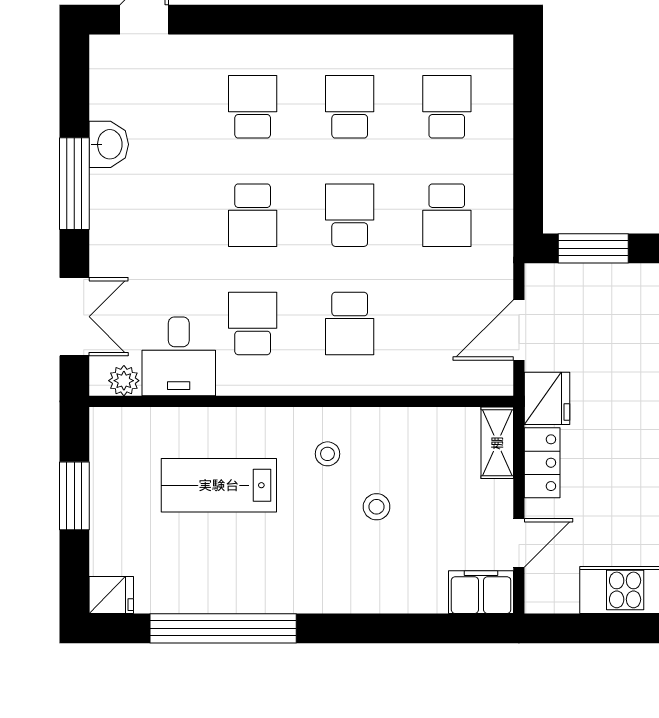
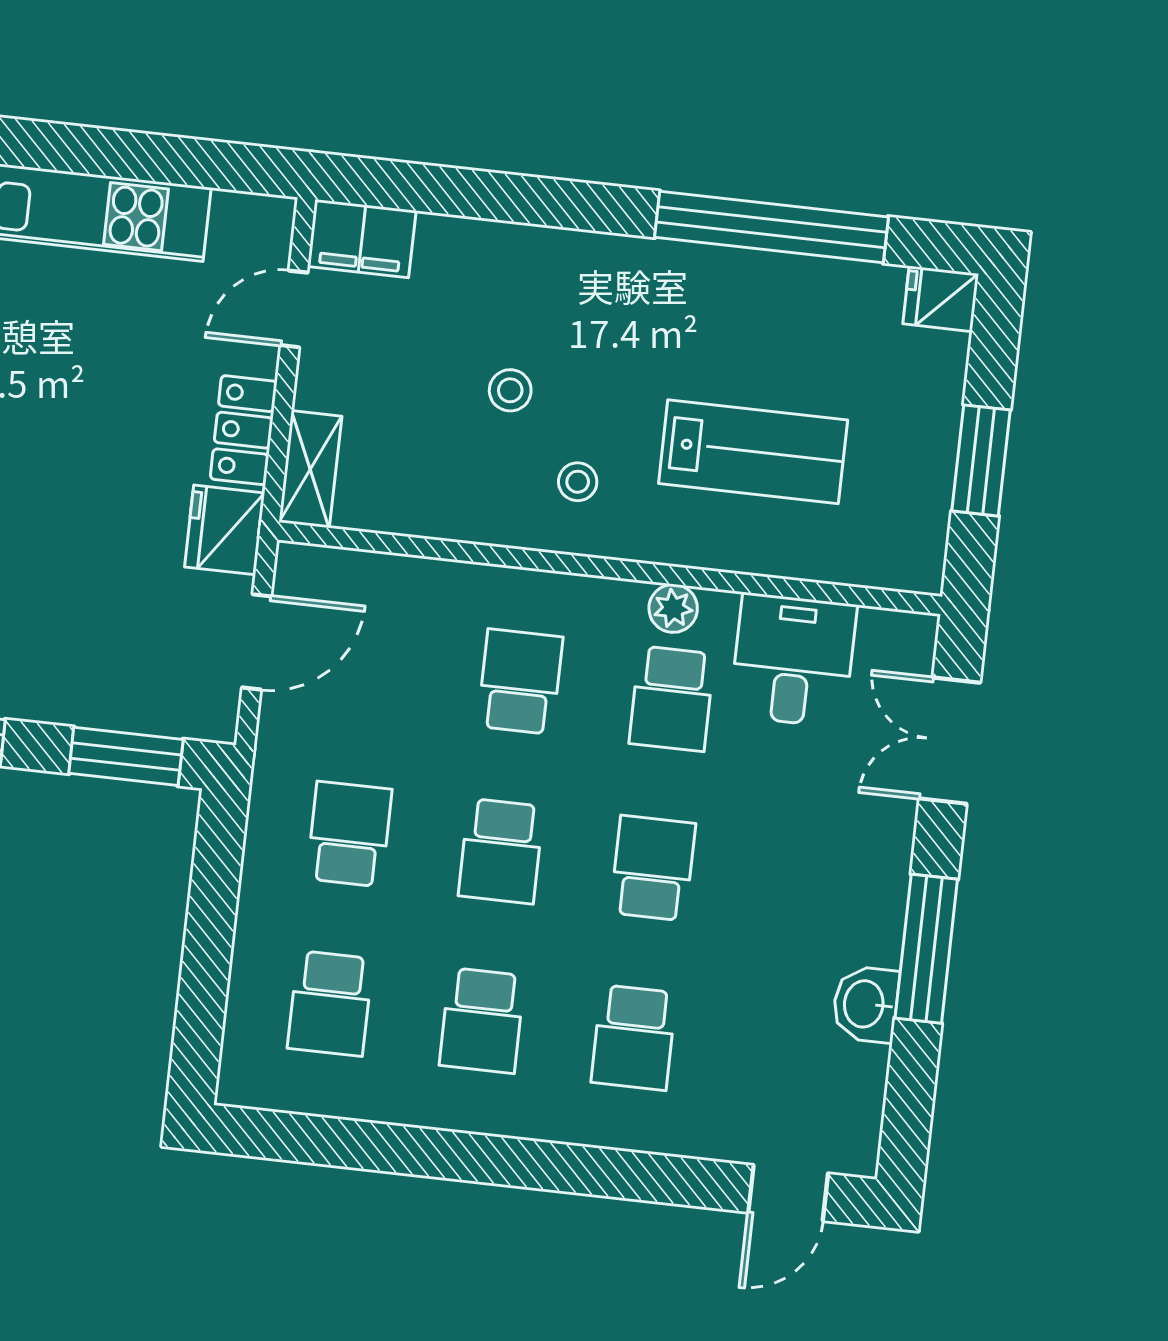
plant: (124, 381) -> (673, 608), moved

